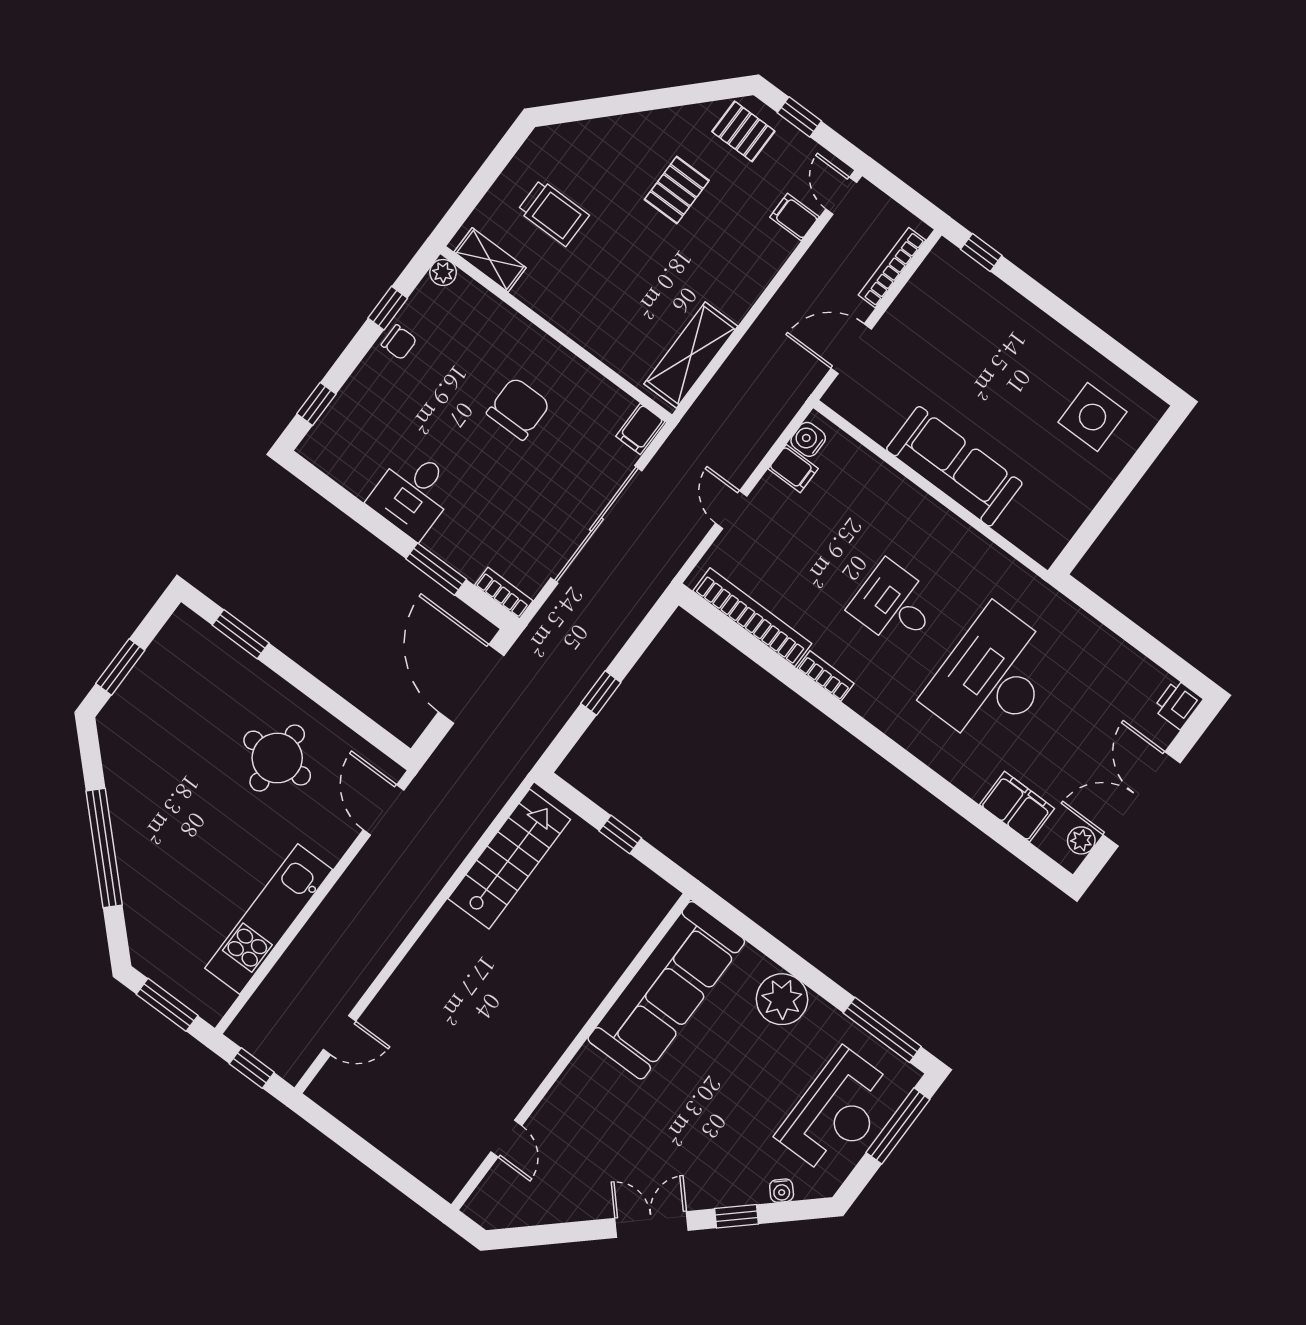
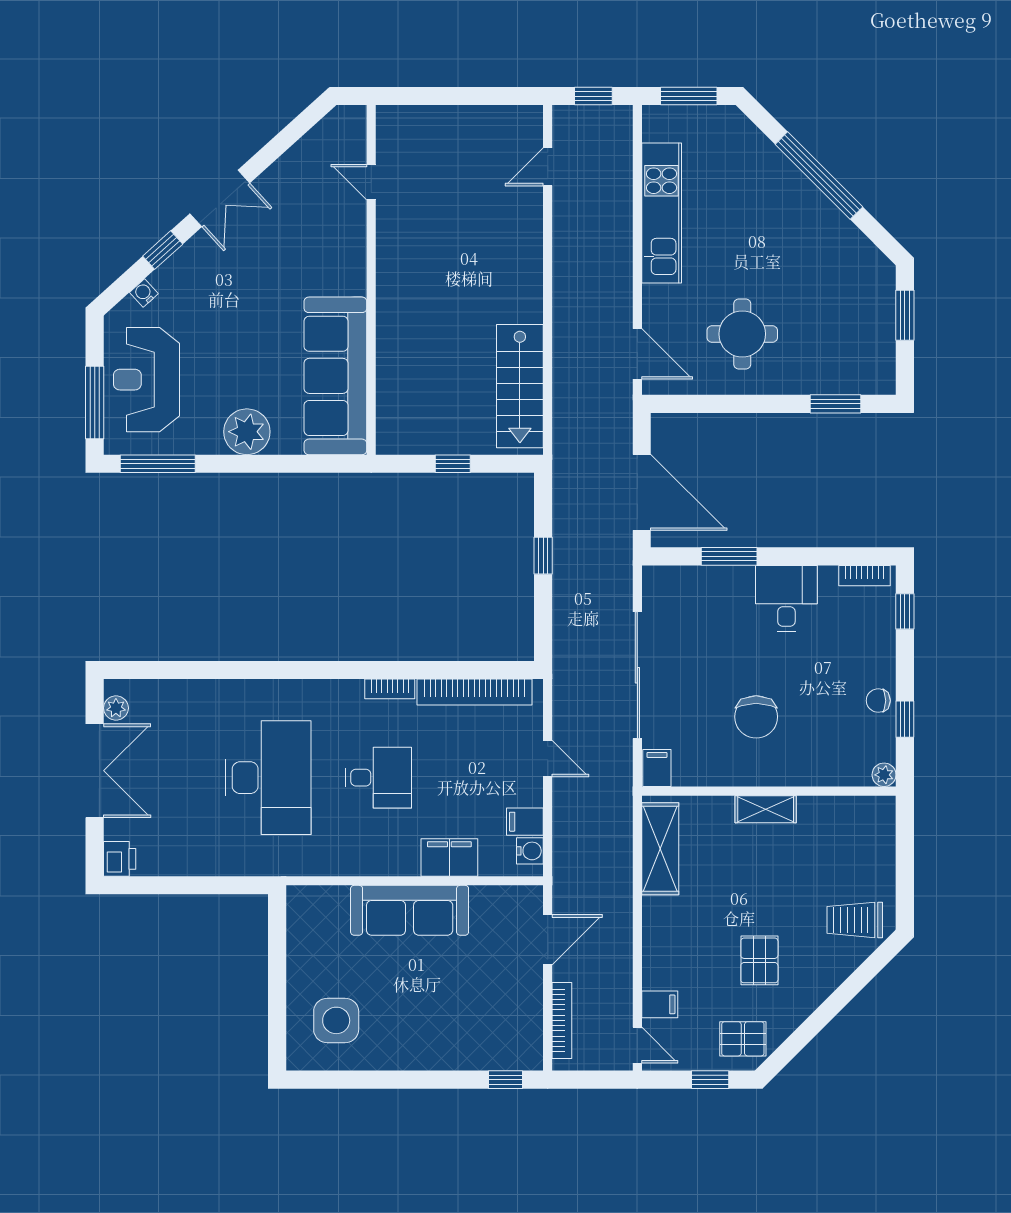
trolley: (553, 213) -> (855, 920), moved
shelving: (490, 260) -> (766, 809), moved
bookcase: (504, 593) -> (865, 576), moved
filing cabinet: (1017, 807) -> (449, 857), moved, turned 180

